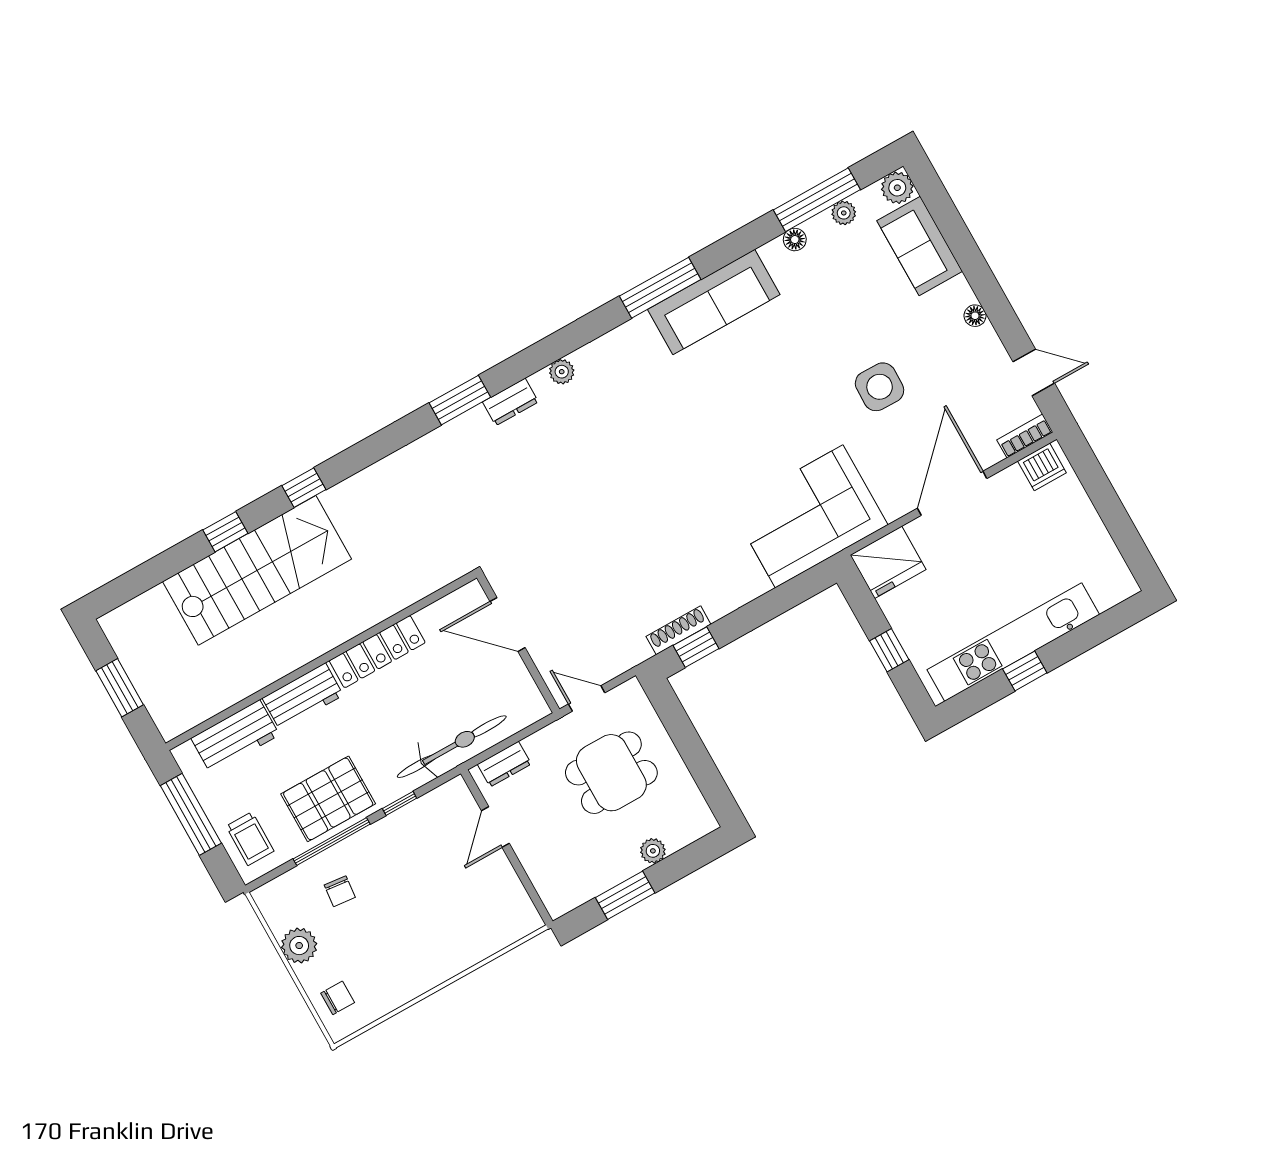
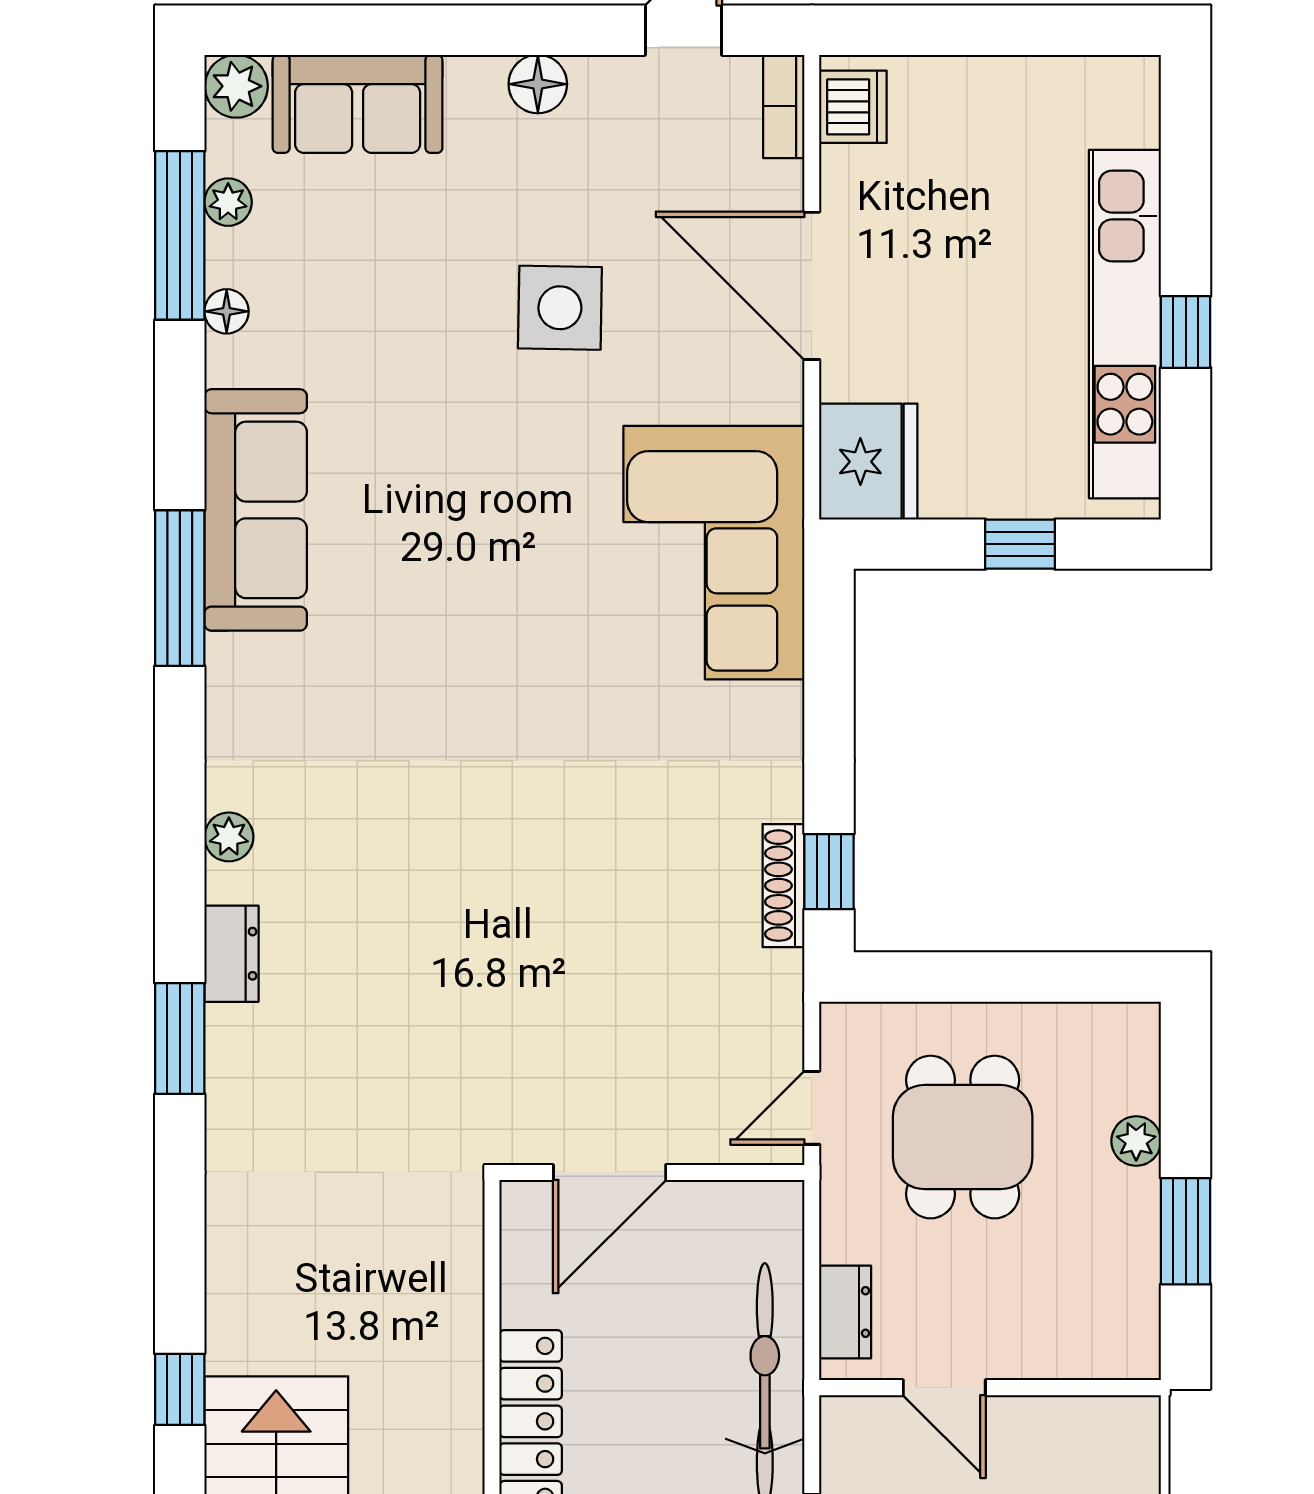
floor lamp: (975, 316) -> (538, 84), width x1.37, depth x1.37

